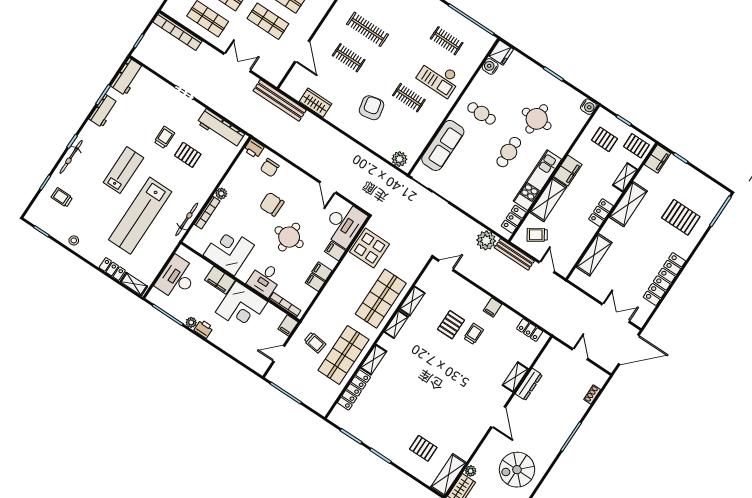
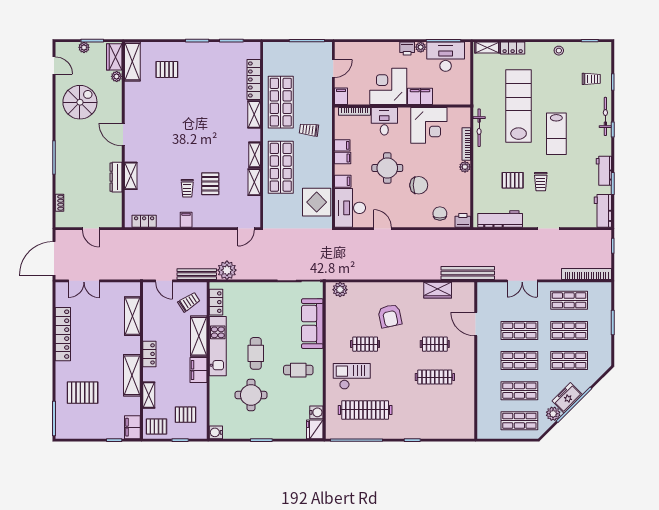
clothes rail: (447, 41) -> (365, 410), width x1.86, depth x1.31
desk: (177, 278) -> (446, 57), moved, turned -90
trolley: (315, 343) -> (309, 130), moved

